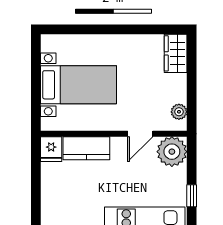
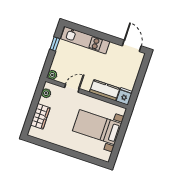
wardrobe: (176, 53) -> (40, 116), moved
plant: (172, 152) -> (52, 75), width x0.53, depth x0.53

